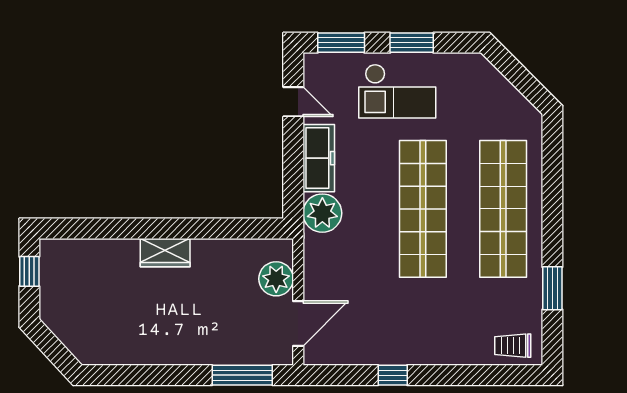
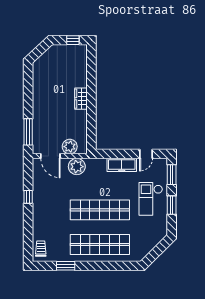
plant: (322, 213) -> (77, 167), moved

